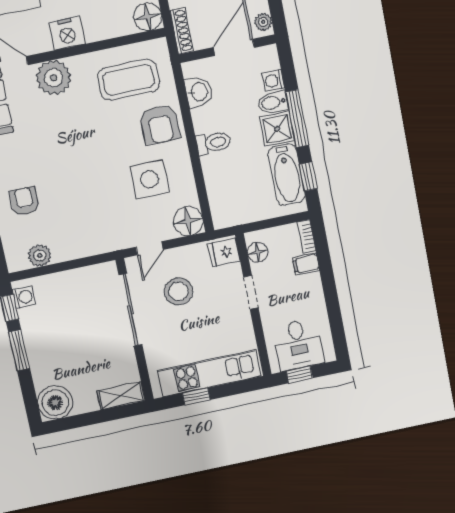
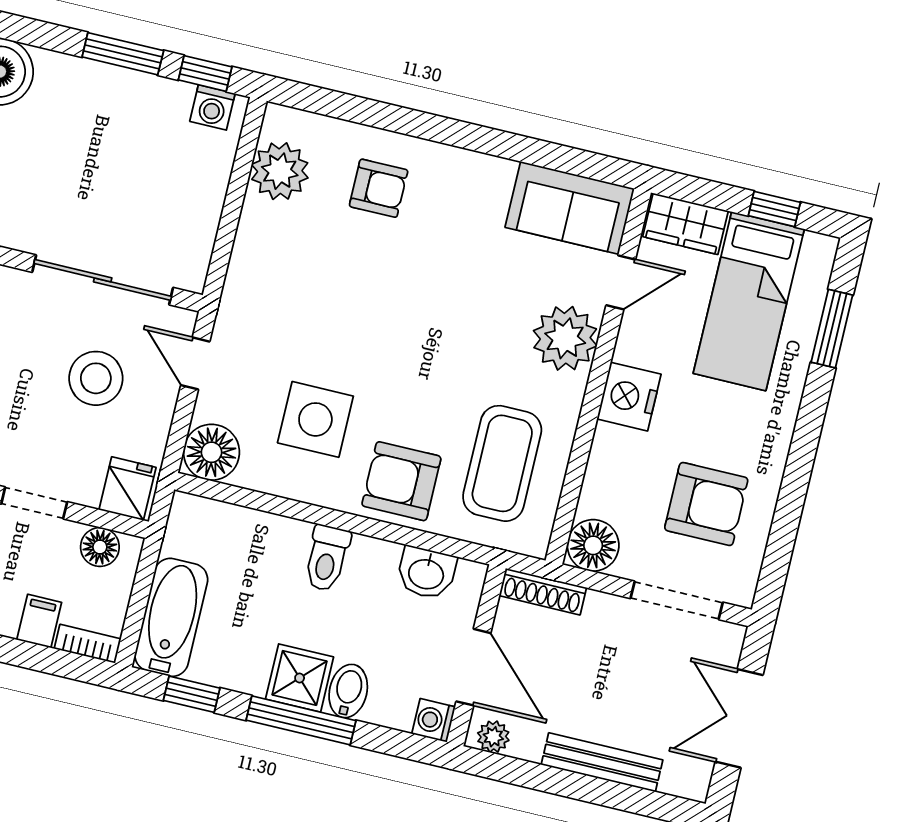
washing machine: (273, 81) -> (434, 720), moved, turned -90
bathtub: (287, 175) -> (171, 617), moved, turned 90
plant: (40, 256) -> (280, 171), width x1.36, depth x1.36

